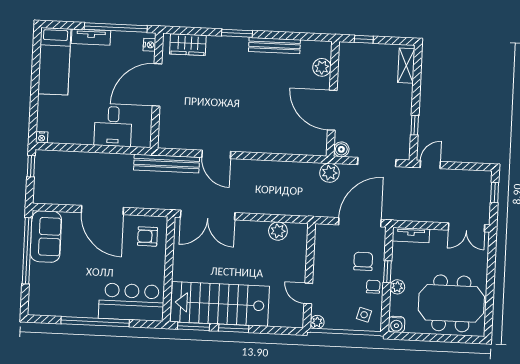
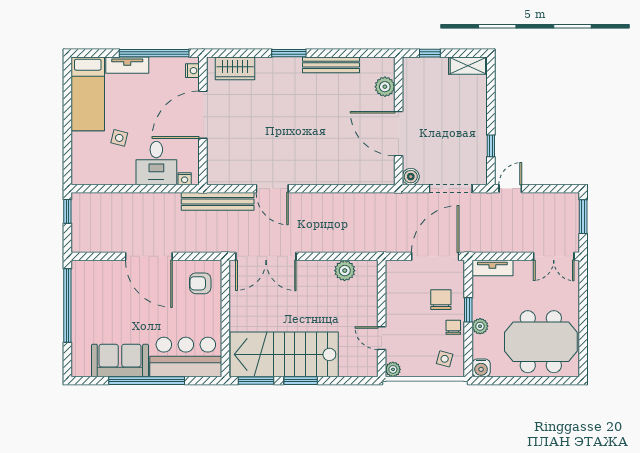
shelving: (406, 66) -> (468, 66), moved, turned 90
side table: (81, 102) -> (119, 138), added
nightstand: (42, 137) -> (185, 179), moved
plant: (330, 173) -> (399, 203), removed
window: (495, 193) -> (583, 217), width x1.50
sofa: (46, 236) -> (120, 360), moved, turned -90

